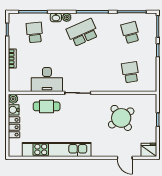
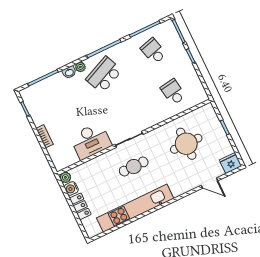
school desk: (35, 32) -> (55, 98), removed
cafe table: (47, 106) -> (134, 167), moved
round table: (121, 118) -> (186, 144), turned 36

